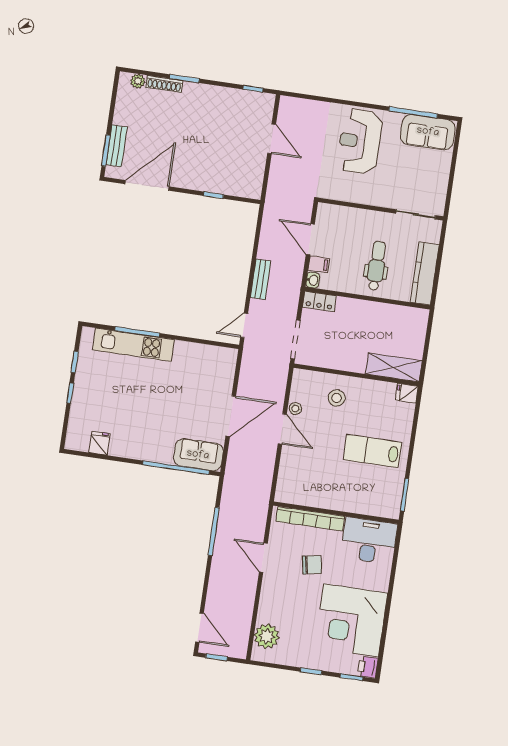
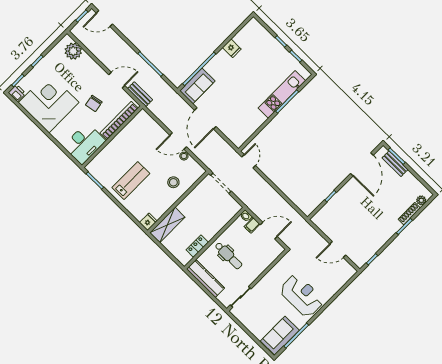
bench: (261, 279) -> (140, 94), moved
locker: (319, 301) -> (197, 246), moved
fridge: (99, 443) -> (232, 48), moved

